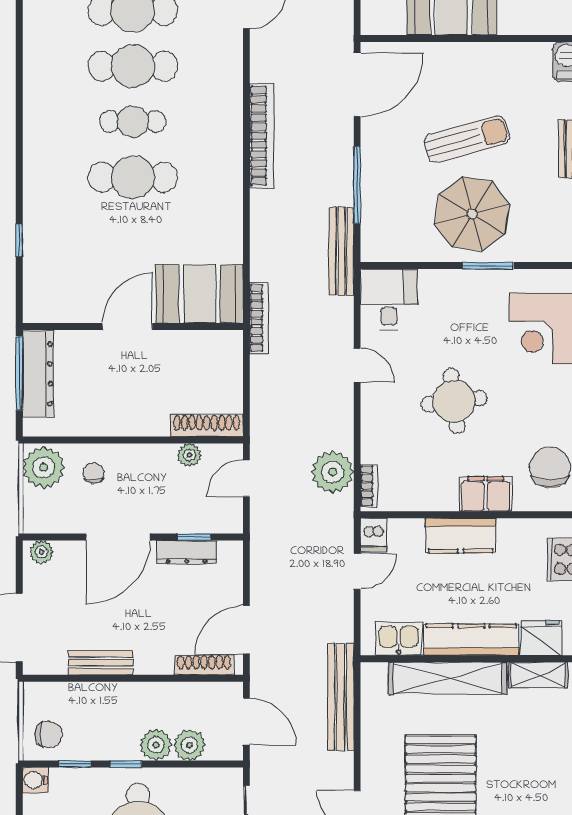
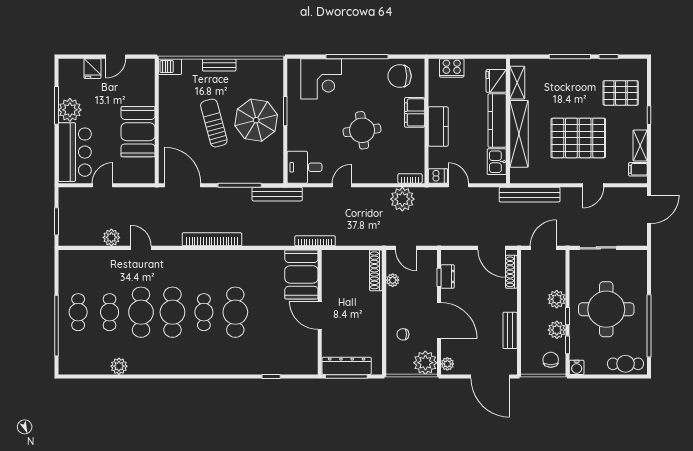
plant: (44, 467) -> (425, 363), moved
dresser: (187, 552) -> (448, 277), width x0.70
plant: (190, 745) -> (557, 330), moved

